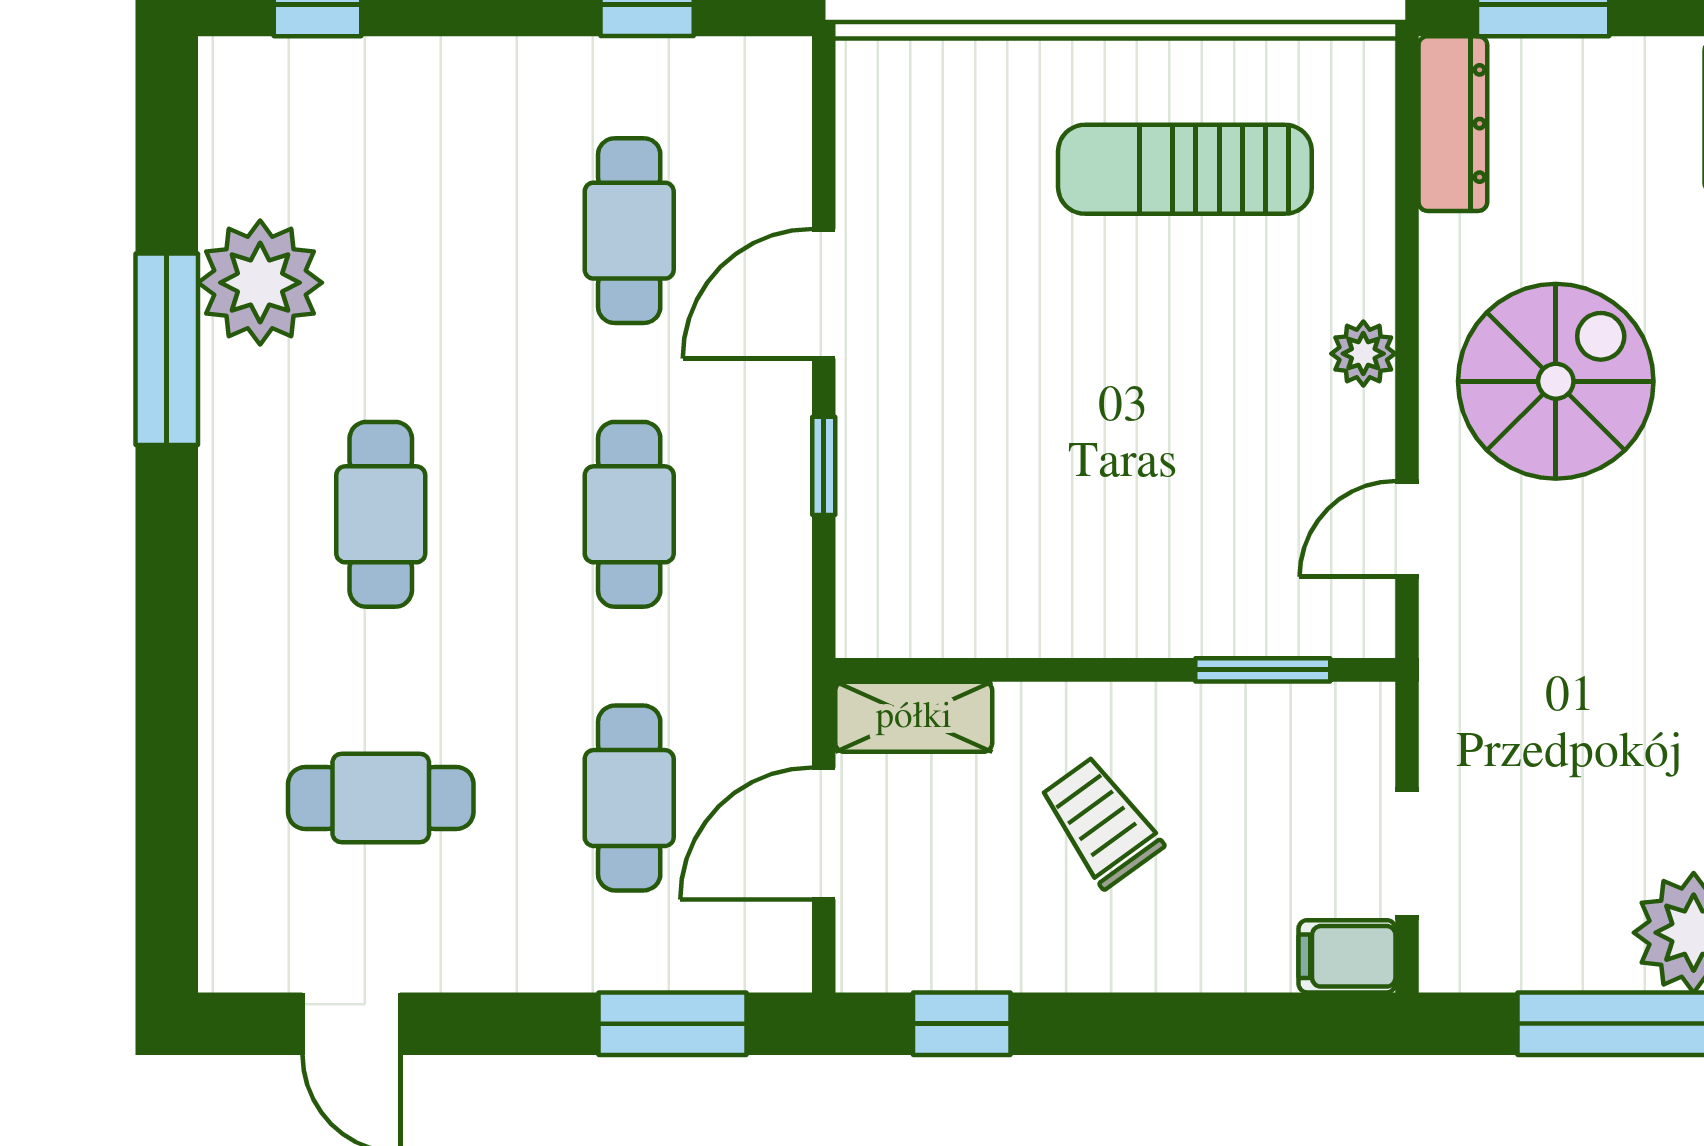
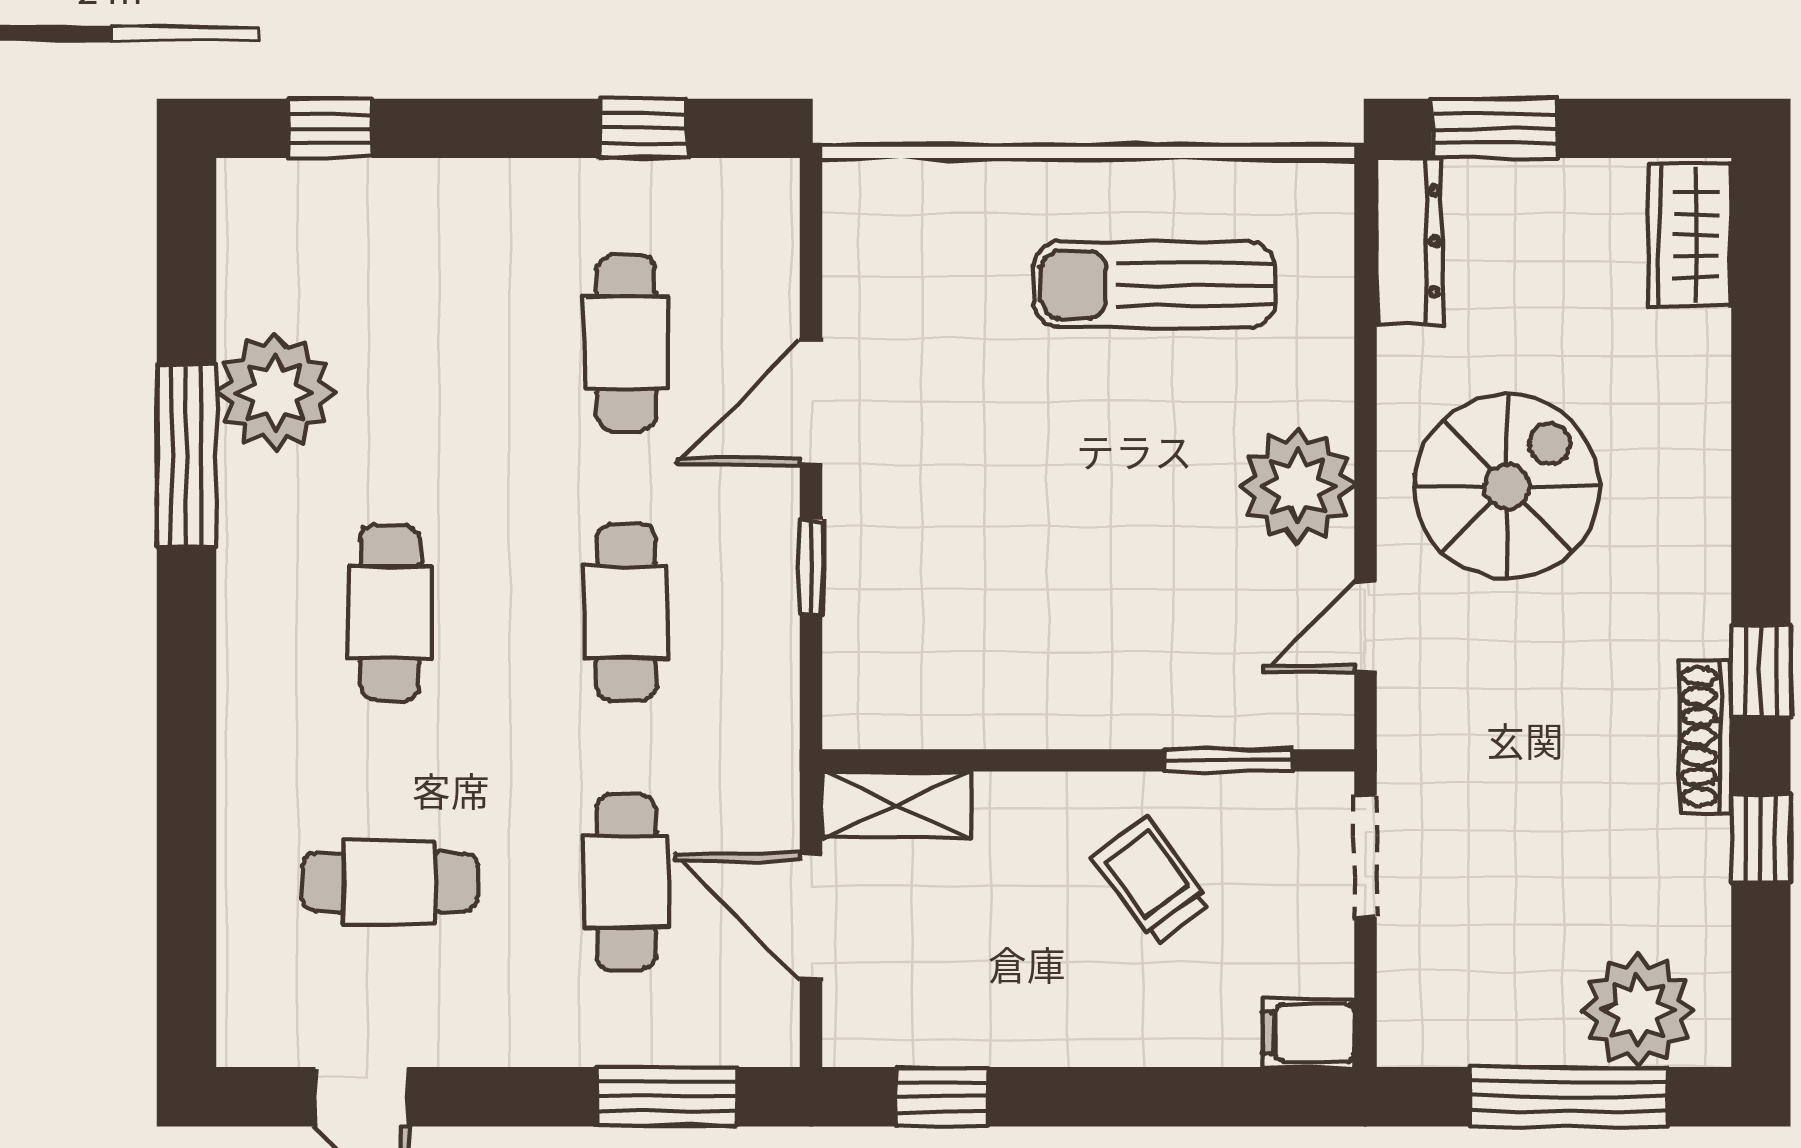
plant: (1363, 354) -> (1297, 486), width x1.88, depth x1.88
trolley: (1101, 822) -> (1151, 880), moved
door: (824, 834) -> (811, 916), hinge flipped
doorway: (1407, 853) -> (1365, 856), moved

